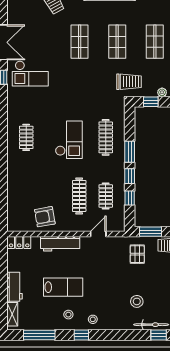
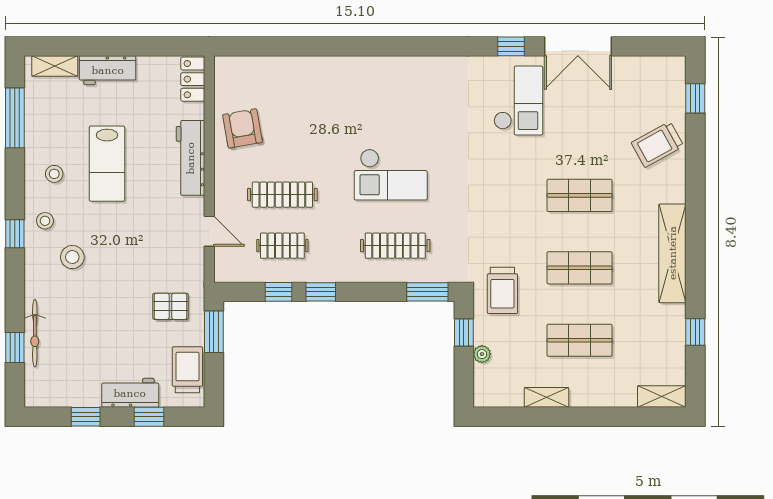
checkout: (30, 73) -> (518, 101), turned 180
clothes rail: (26, 137) -> (395, 93), removed
window: (130, 152) -> (427, 292), moved
stool: (137, 301) -> (72, 257), moved
window: (81, 335) -> (15, 234), moved

